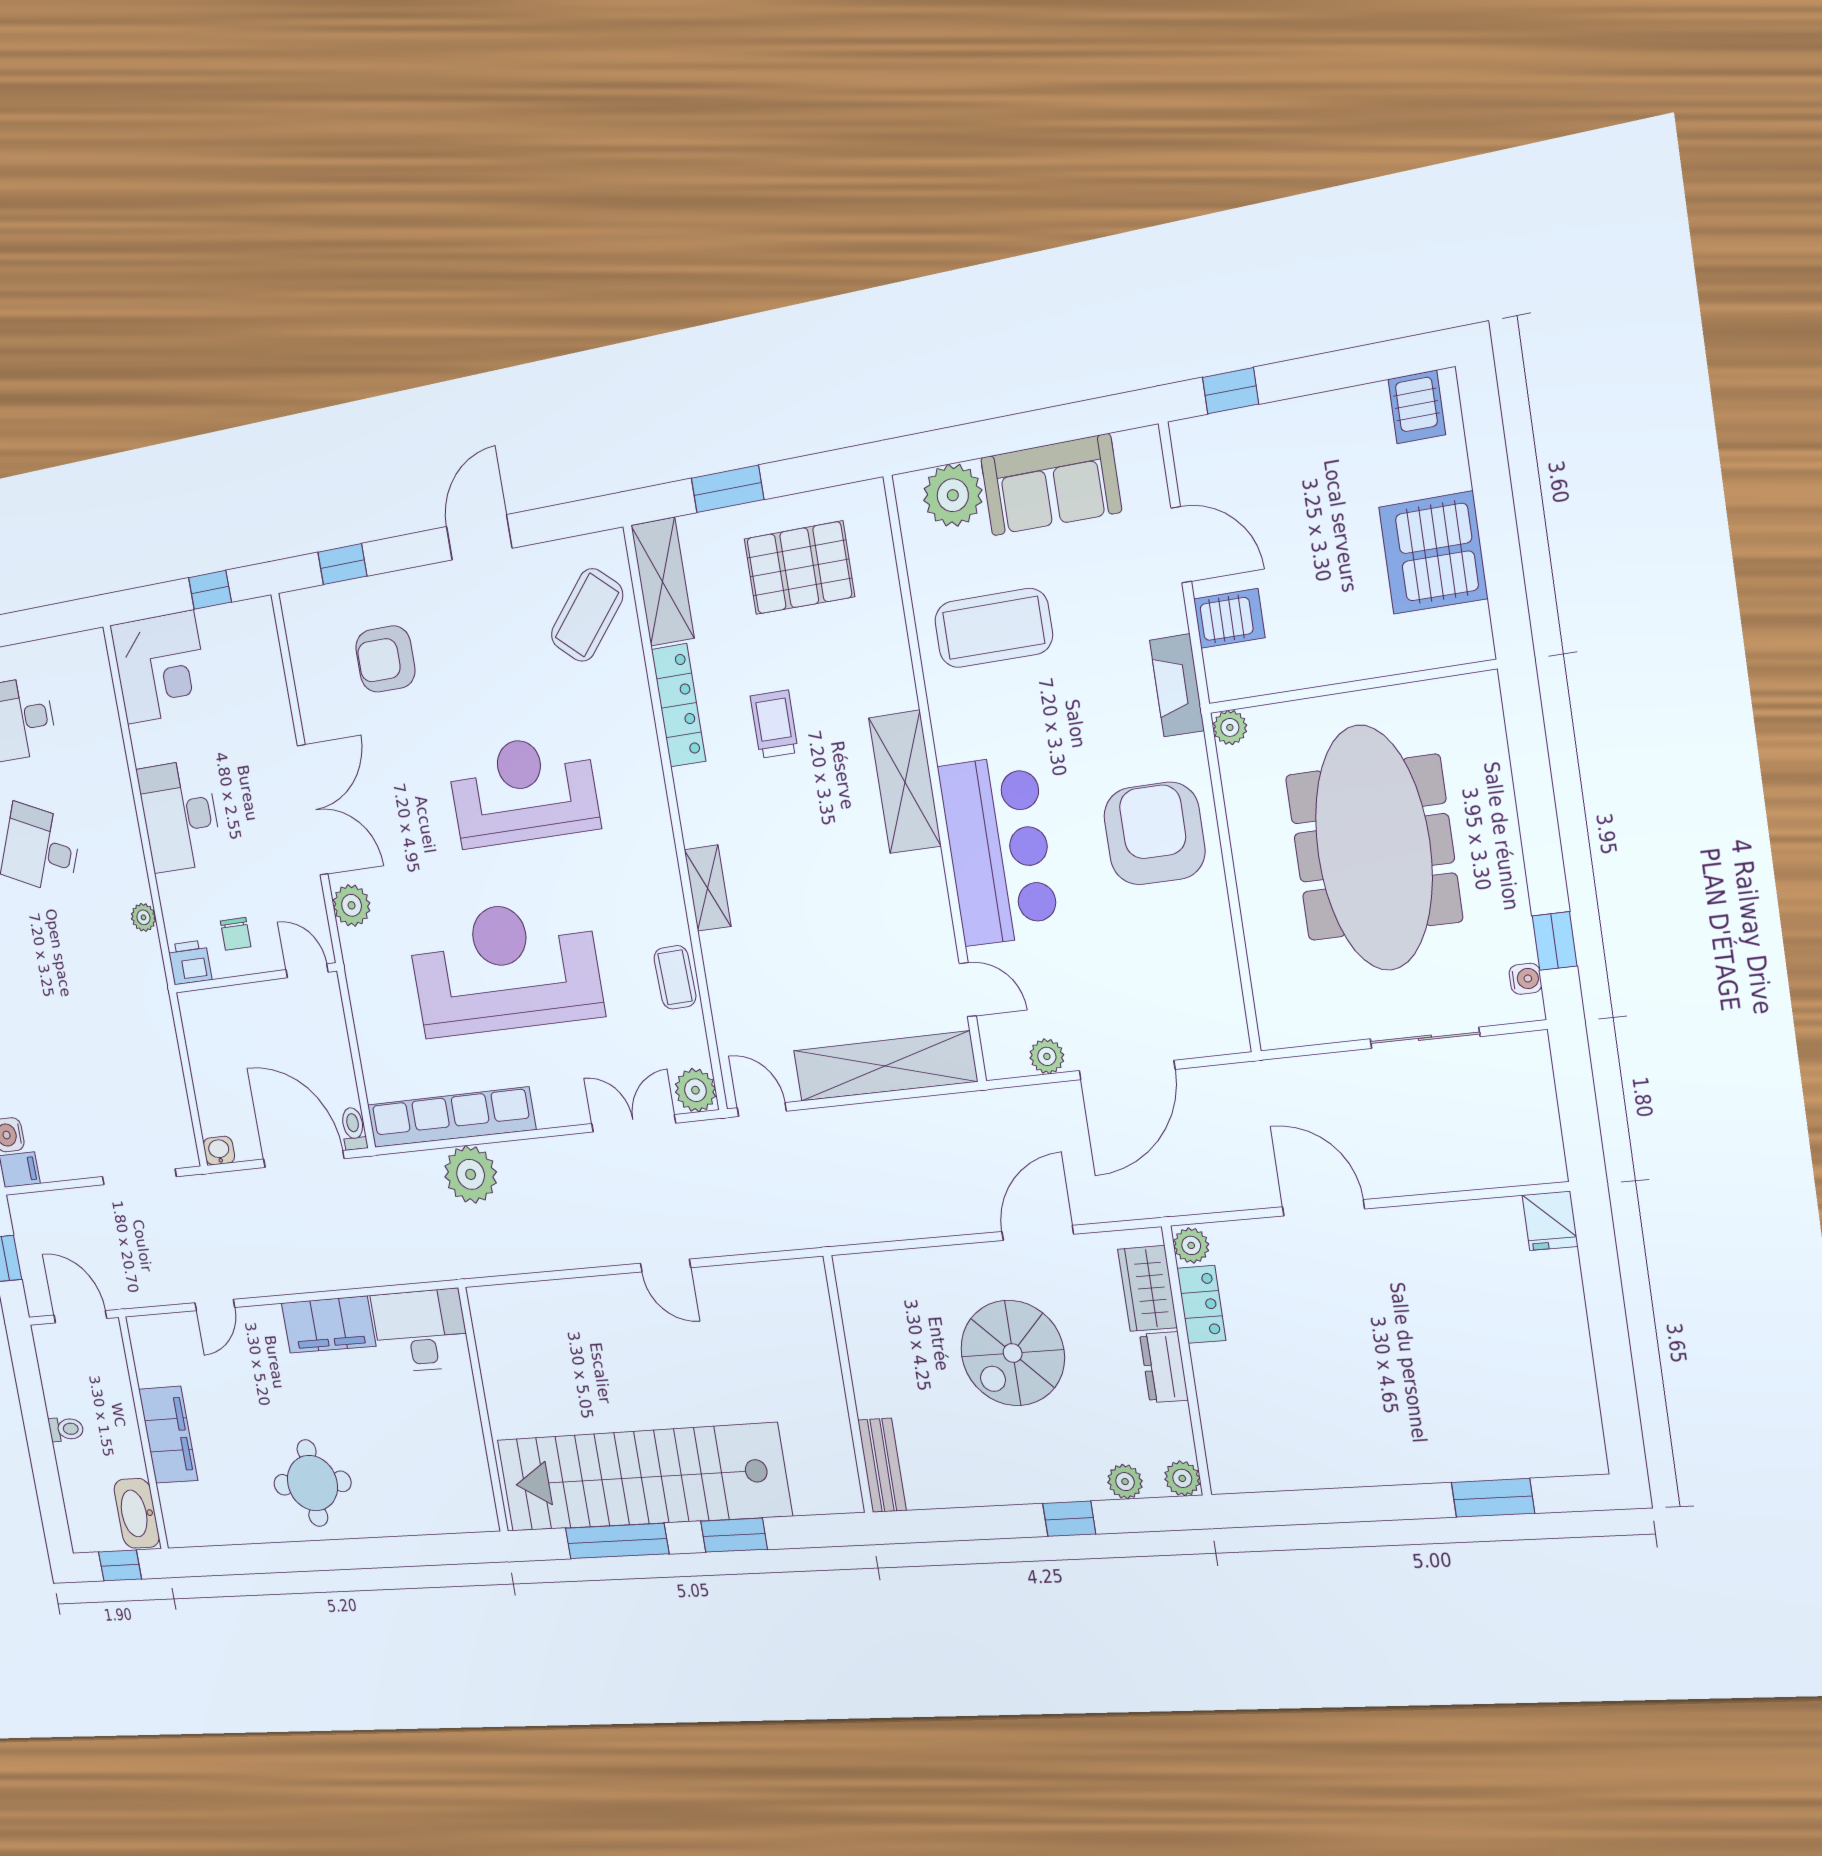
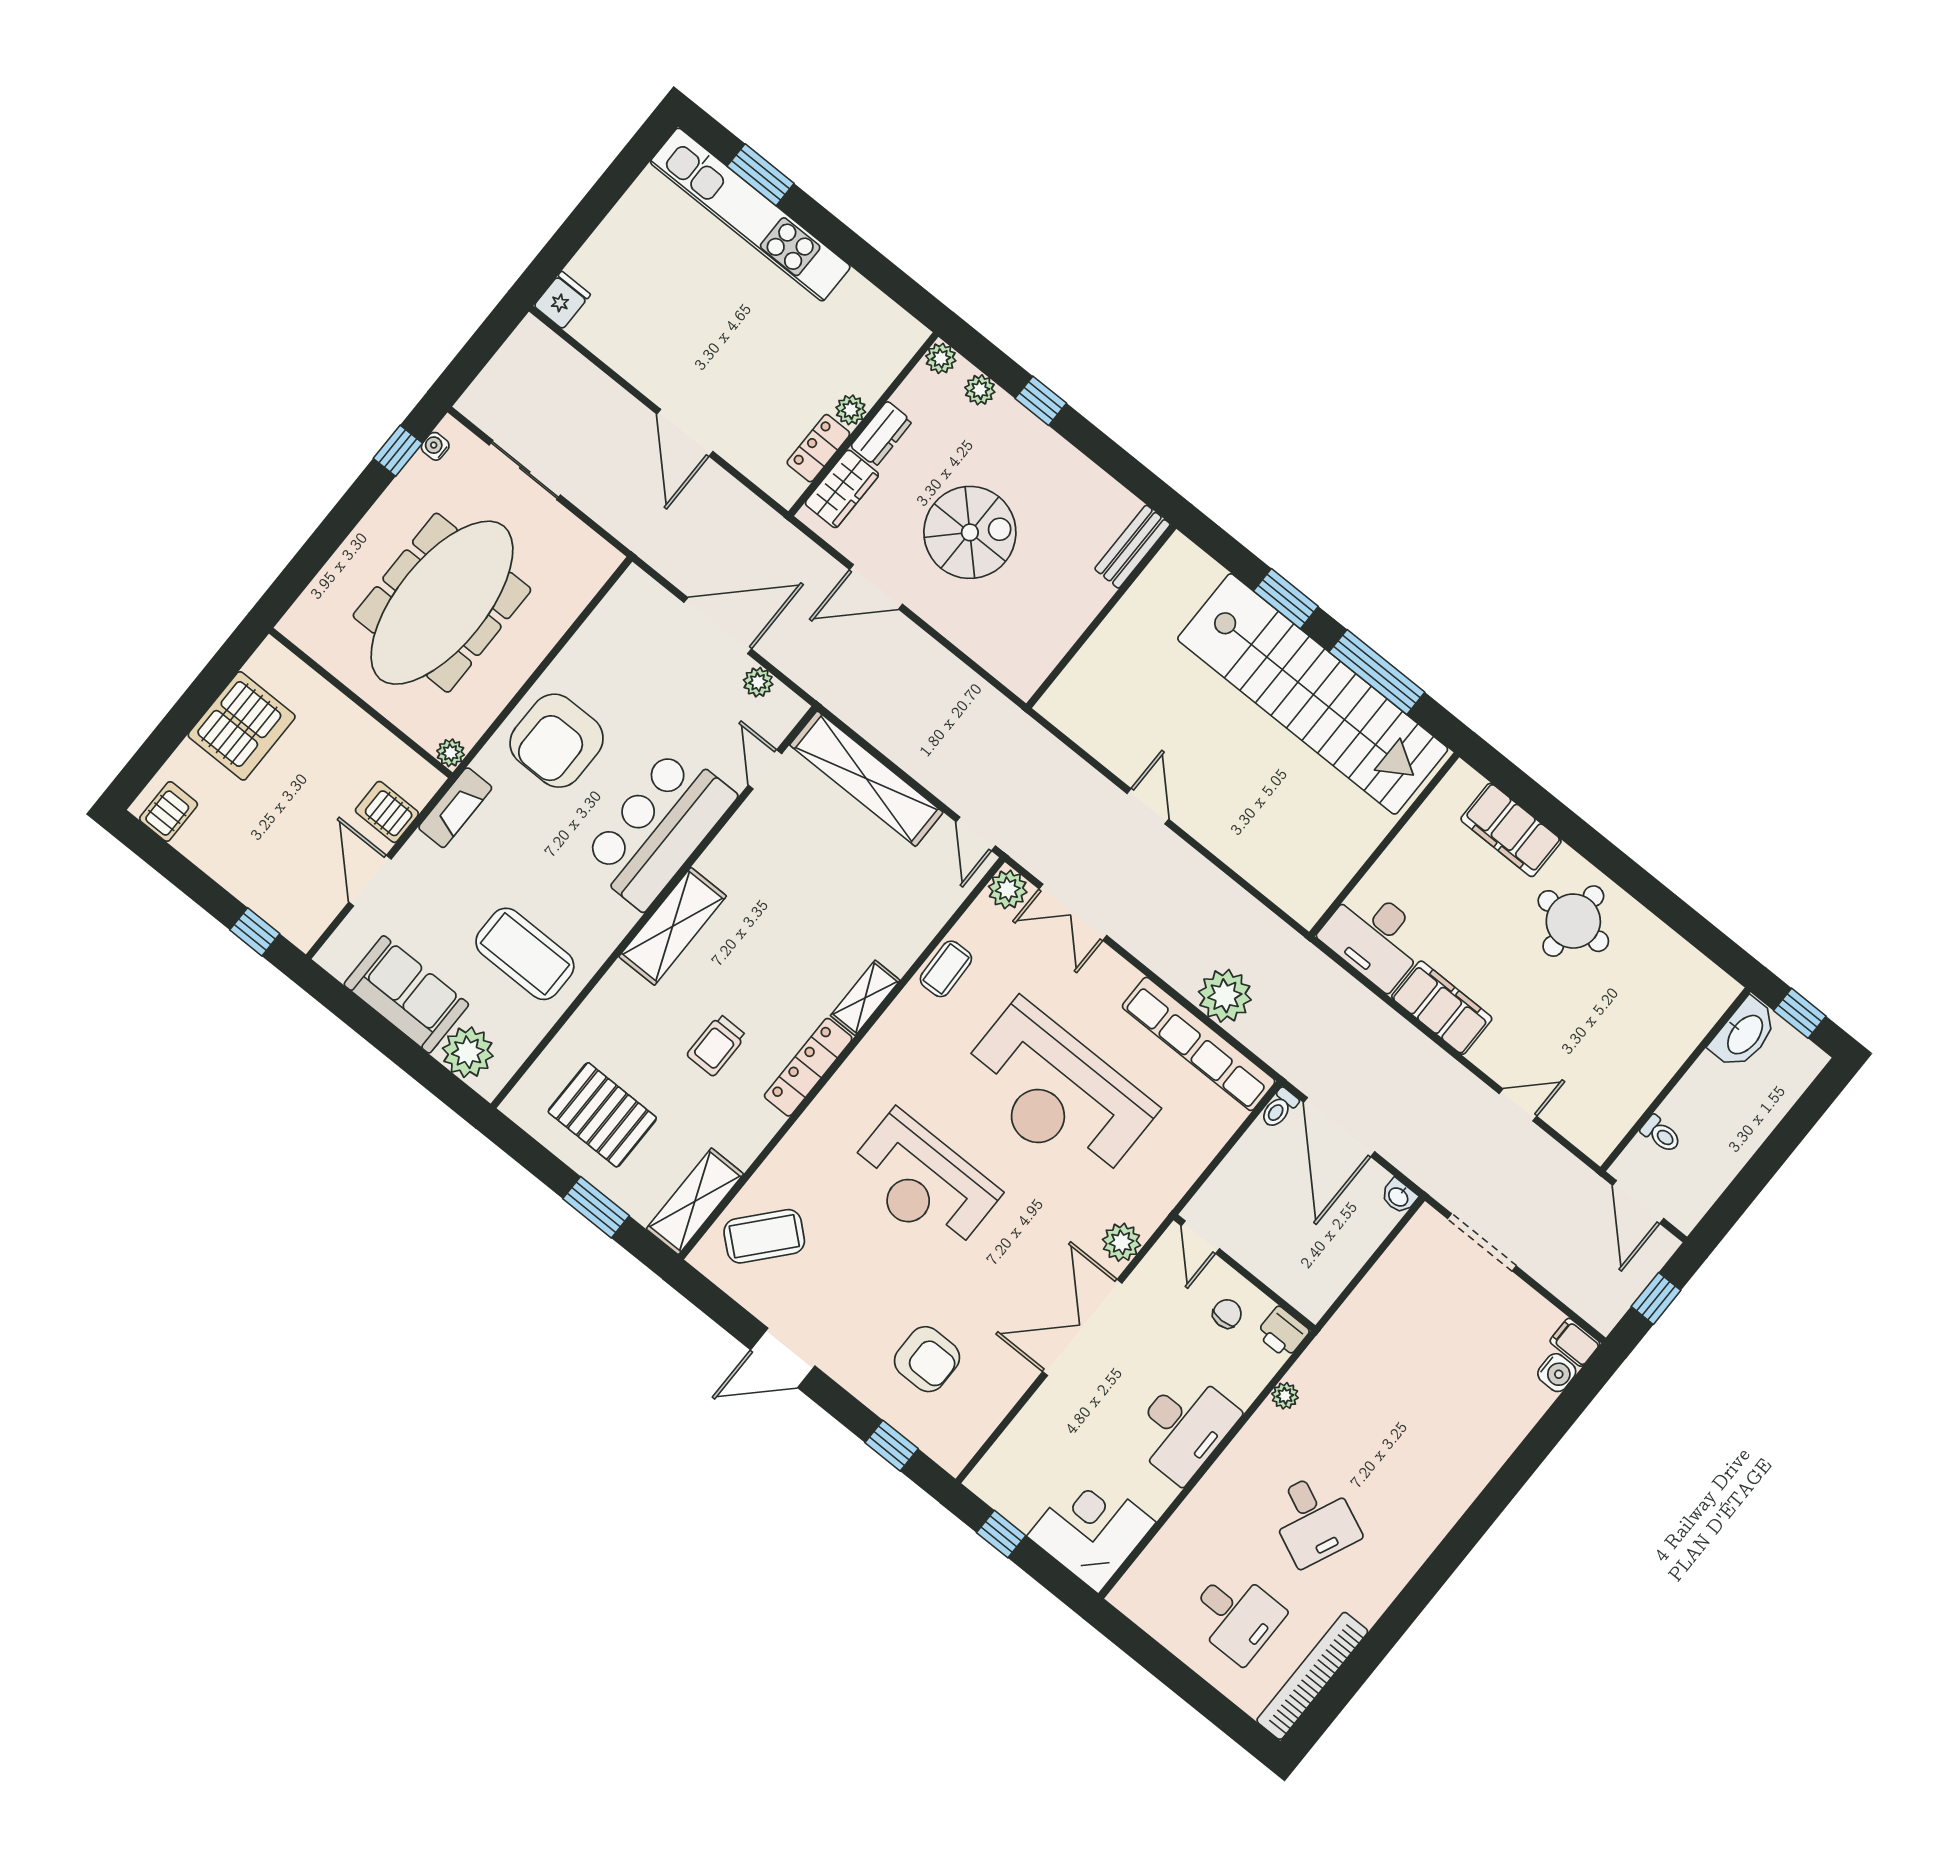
locker: (679, 705) -> (808, 1067), moved
plant: (1191, 1245) -> (851, 410), moved
toilet: (66, 1429) -> (1661, 1134), moved, turned 180
filing cabinet: (168, 1435) -> (1511, 830), moved, turned -90
kitchen unit: (1466, 1454) -> (750, 214), added

